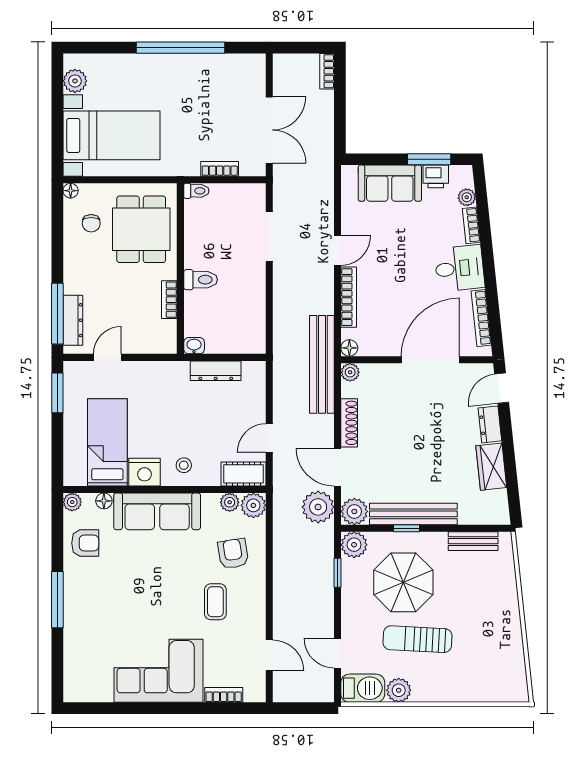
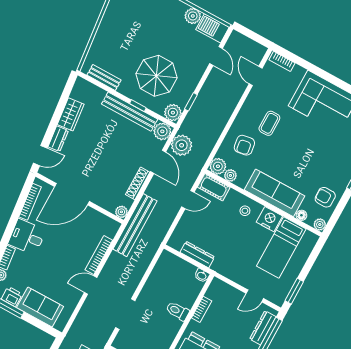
floor lamp: (349, 348) -> (114, 226), removed
sun lounger: (417, 639) -> (166, 39), removed
bookcase: (224, 695) -> (282, 61), moved

